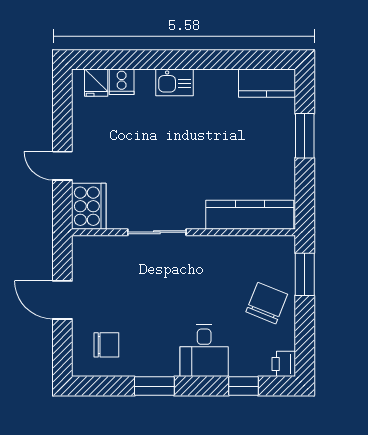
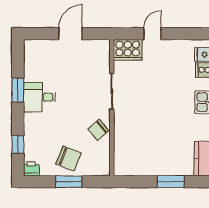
kitchen counter: (250, 215) -> (122, 148), removed
window: (305, 274) -> (69, 182), moved
chair: (106, 345) -> (98, 130), moved, turned 49
desk: (204, 351) -> (39, 97), moved

